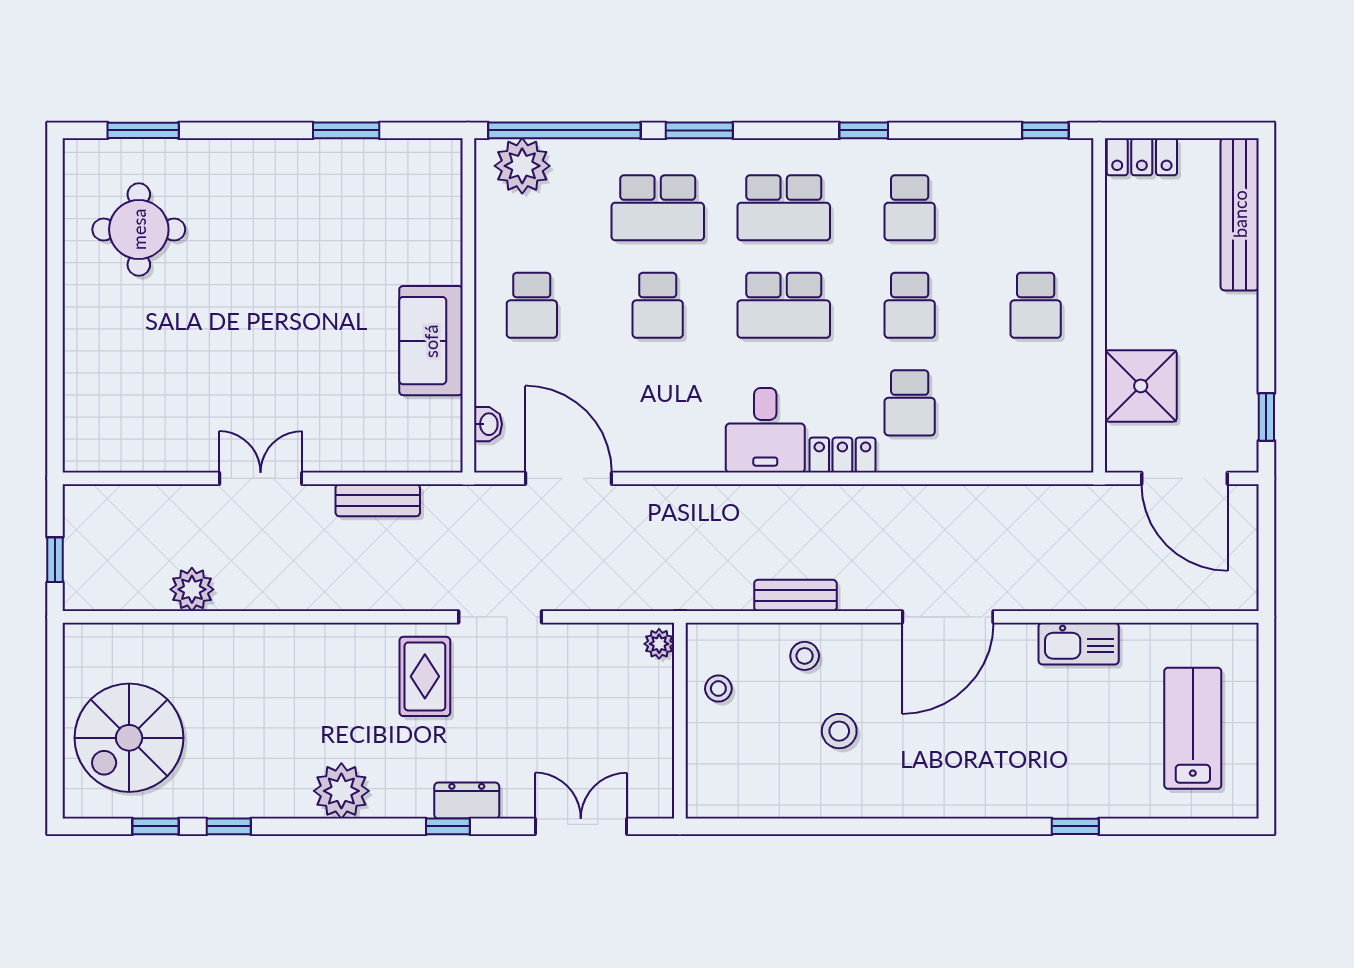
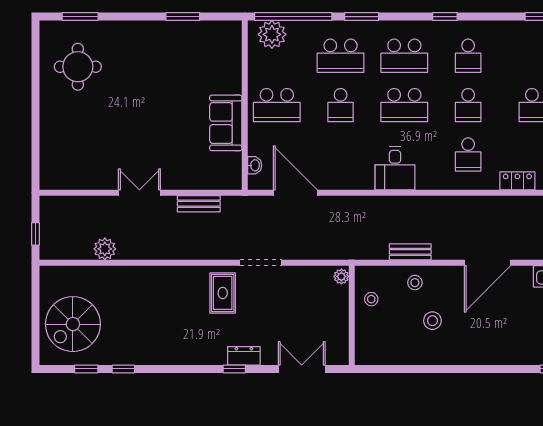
school desk: (532, 305) -> (277, 105), width x1.85
locker: (842, 455) -> (517, 181), moved
plant: (341, 791) -> (180, 351), removed

